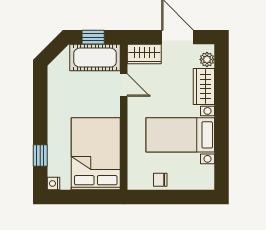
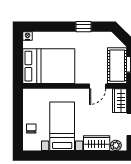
window: (40, 156) -> (84, 27), moved
chair: (160, 180) -> (31, 129), moved

